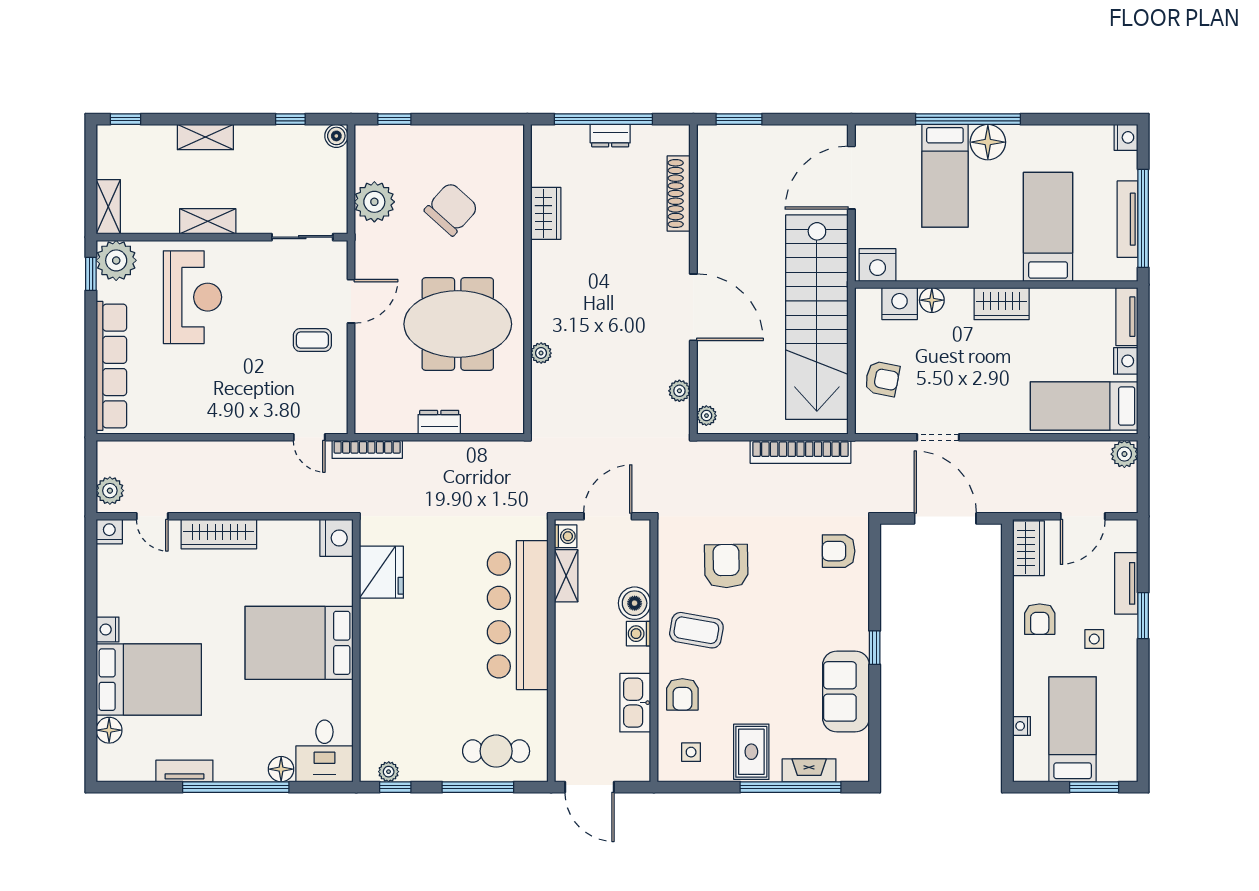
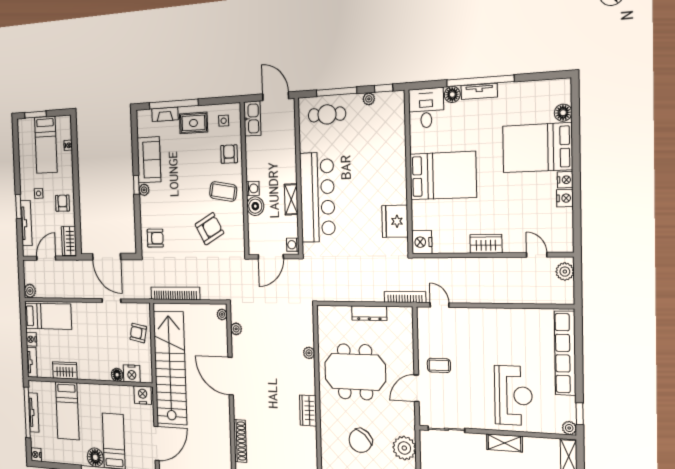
wardrobe: (546, 213) -> (308, 411), moved
plant: (116, 260) -> (569, 428), width x0.53, depth x0.53
reception desk: (192, 297) -> (513, 395), turned 180
wardrobe: (1002, 304) -> (65, 370), moved
dresser: (439, 422) -> (369, 313), width x1.44
nightstand: (109, 532) -> (565, 198), moved, turned -90
wardrobe: (219, 534) -> (486, 244), width x0.67
armchair: (726, 566) -> (209, 229), turned -118
shelving: (566, 576) -> (291, 199), moved
tv unit: (1126, 583) -> (26, 223), width x1.41
plant: (859, 638) -> (144, 190), added
kitchen sink: (635, 703) -> (252, 119), moved
rug: (751, 752) -> (193, 123), turned 90
tv unit: (184, 771) -> (479, 91), moved
plant: (389, 772) -> (369, 99), moved

